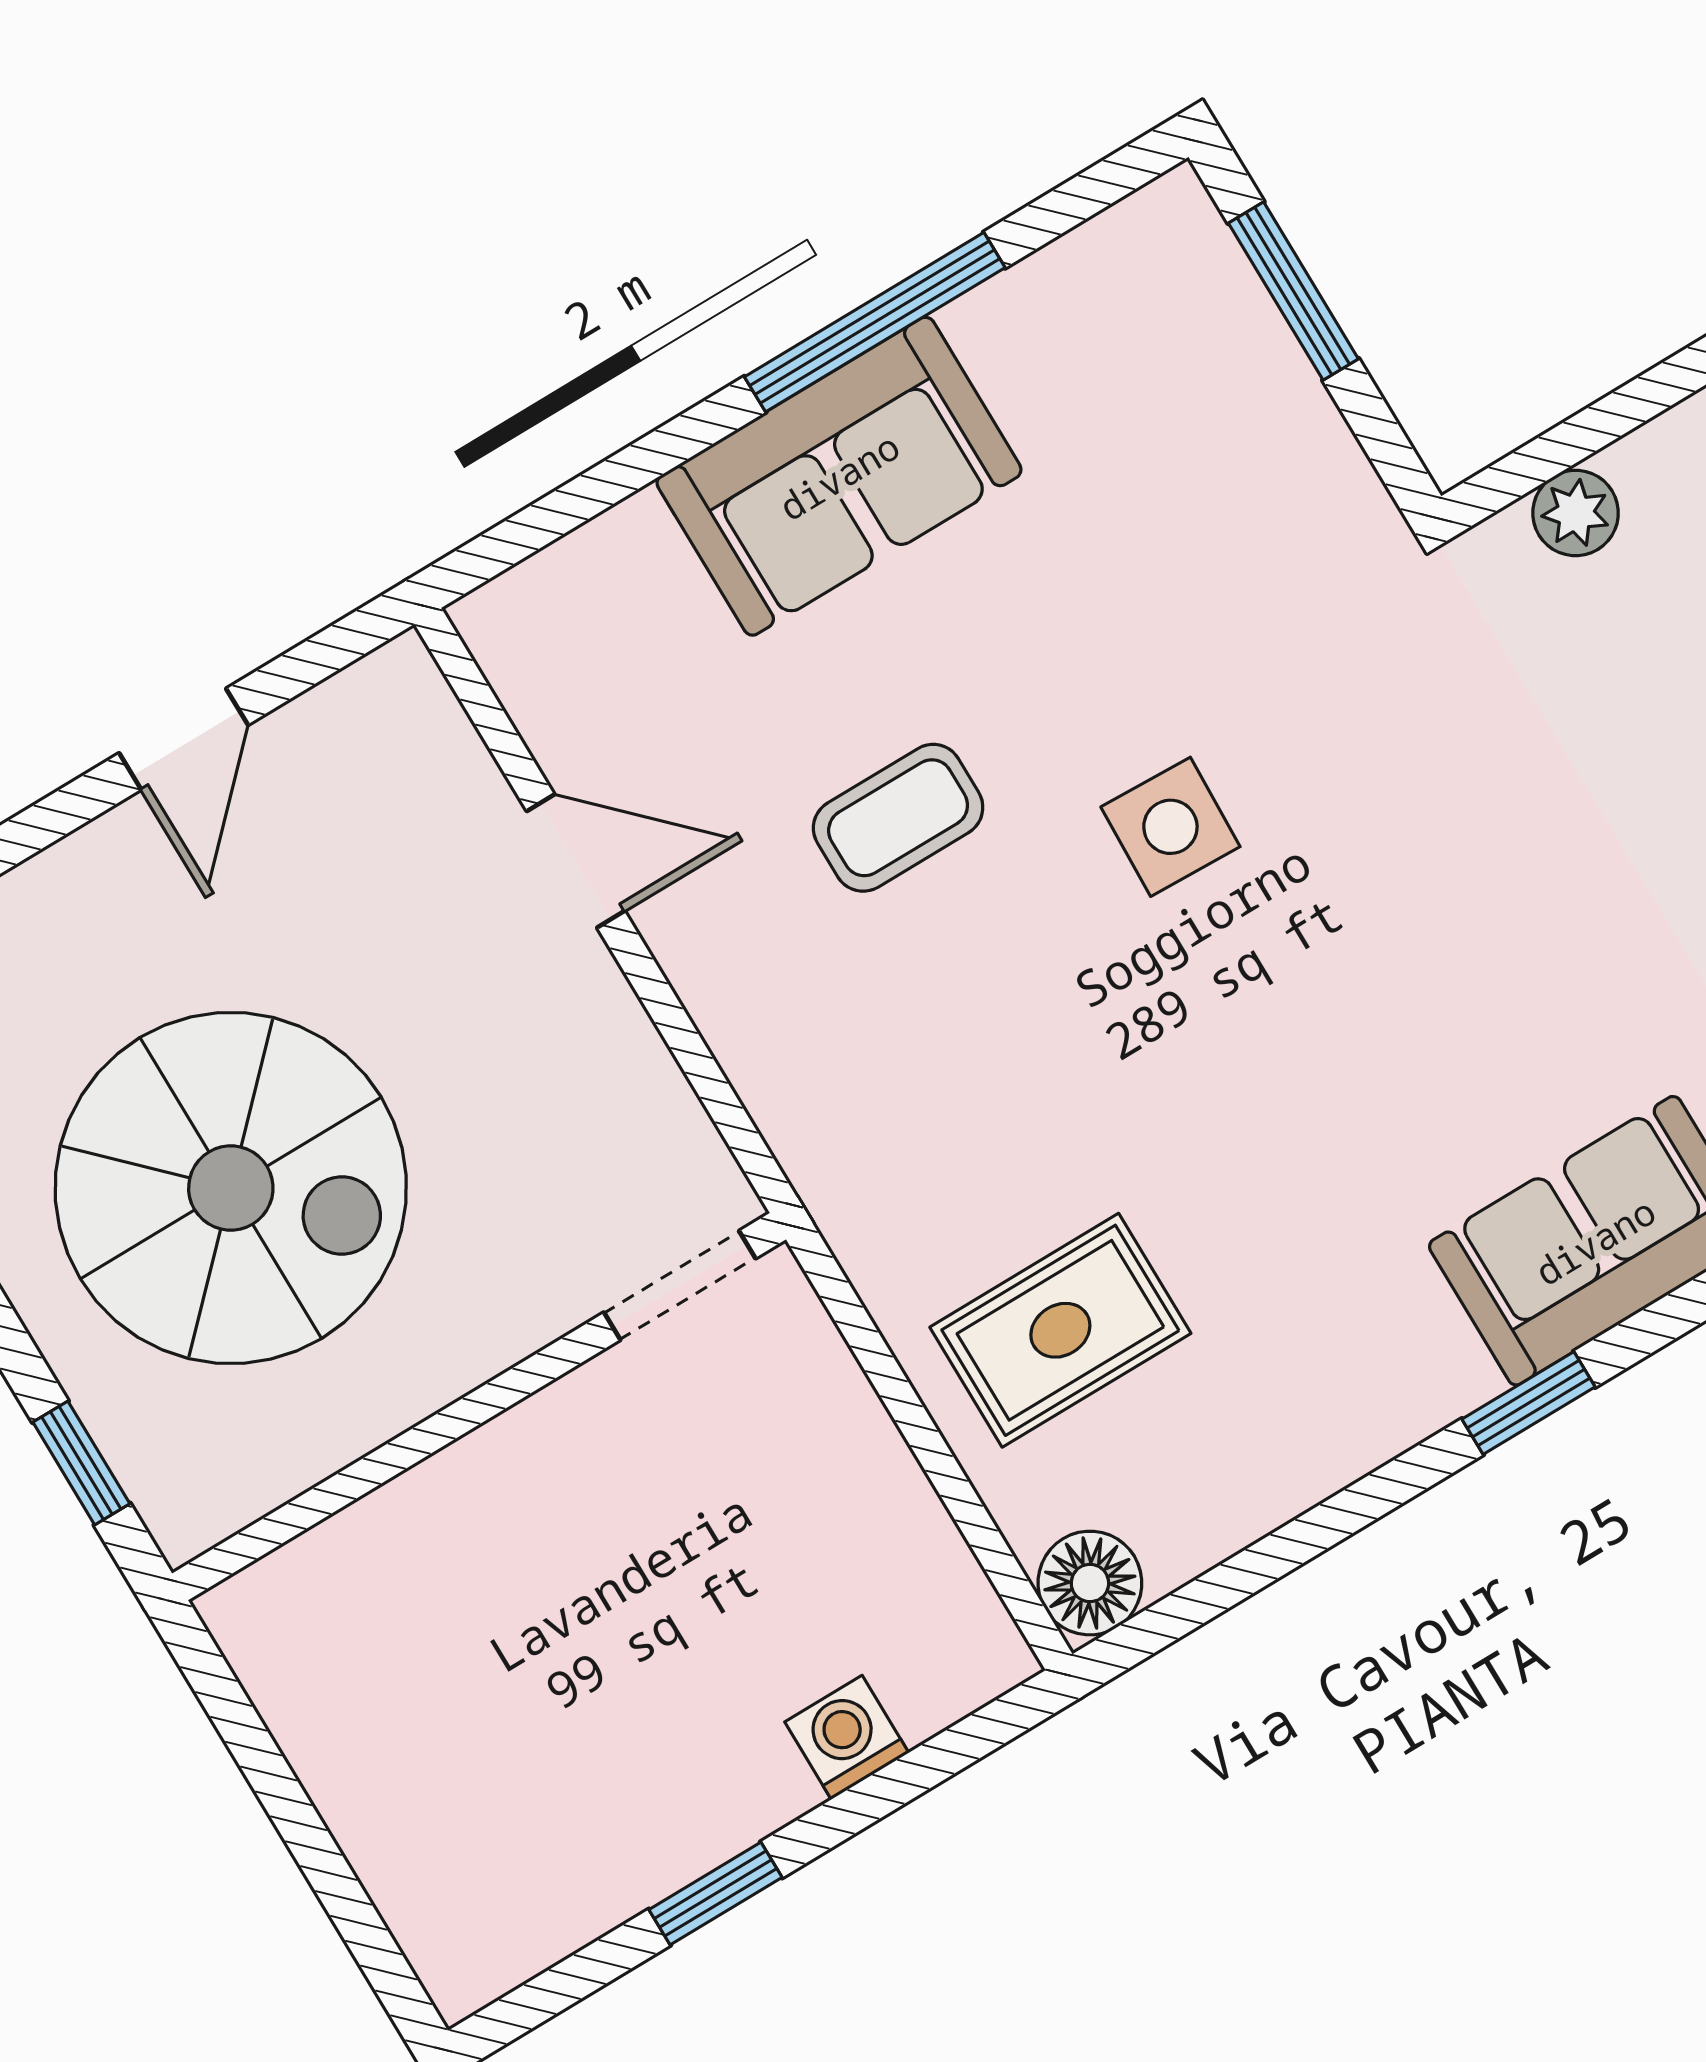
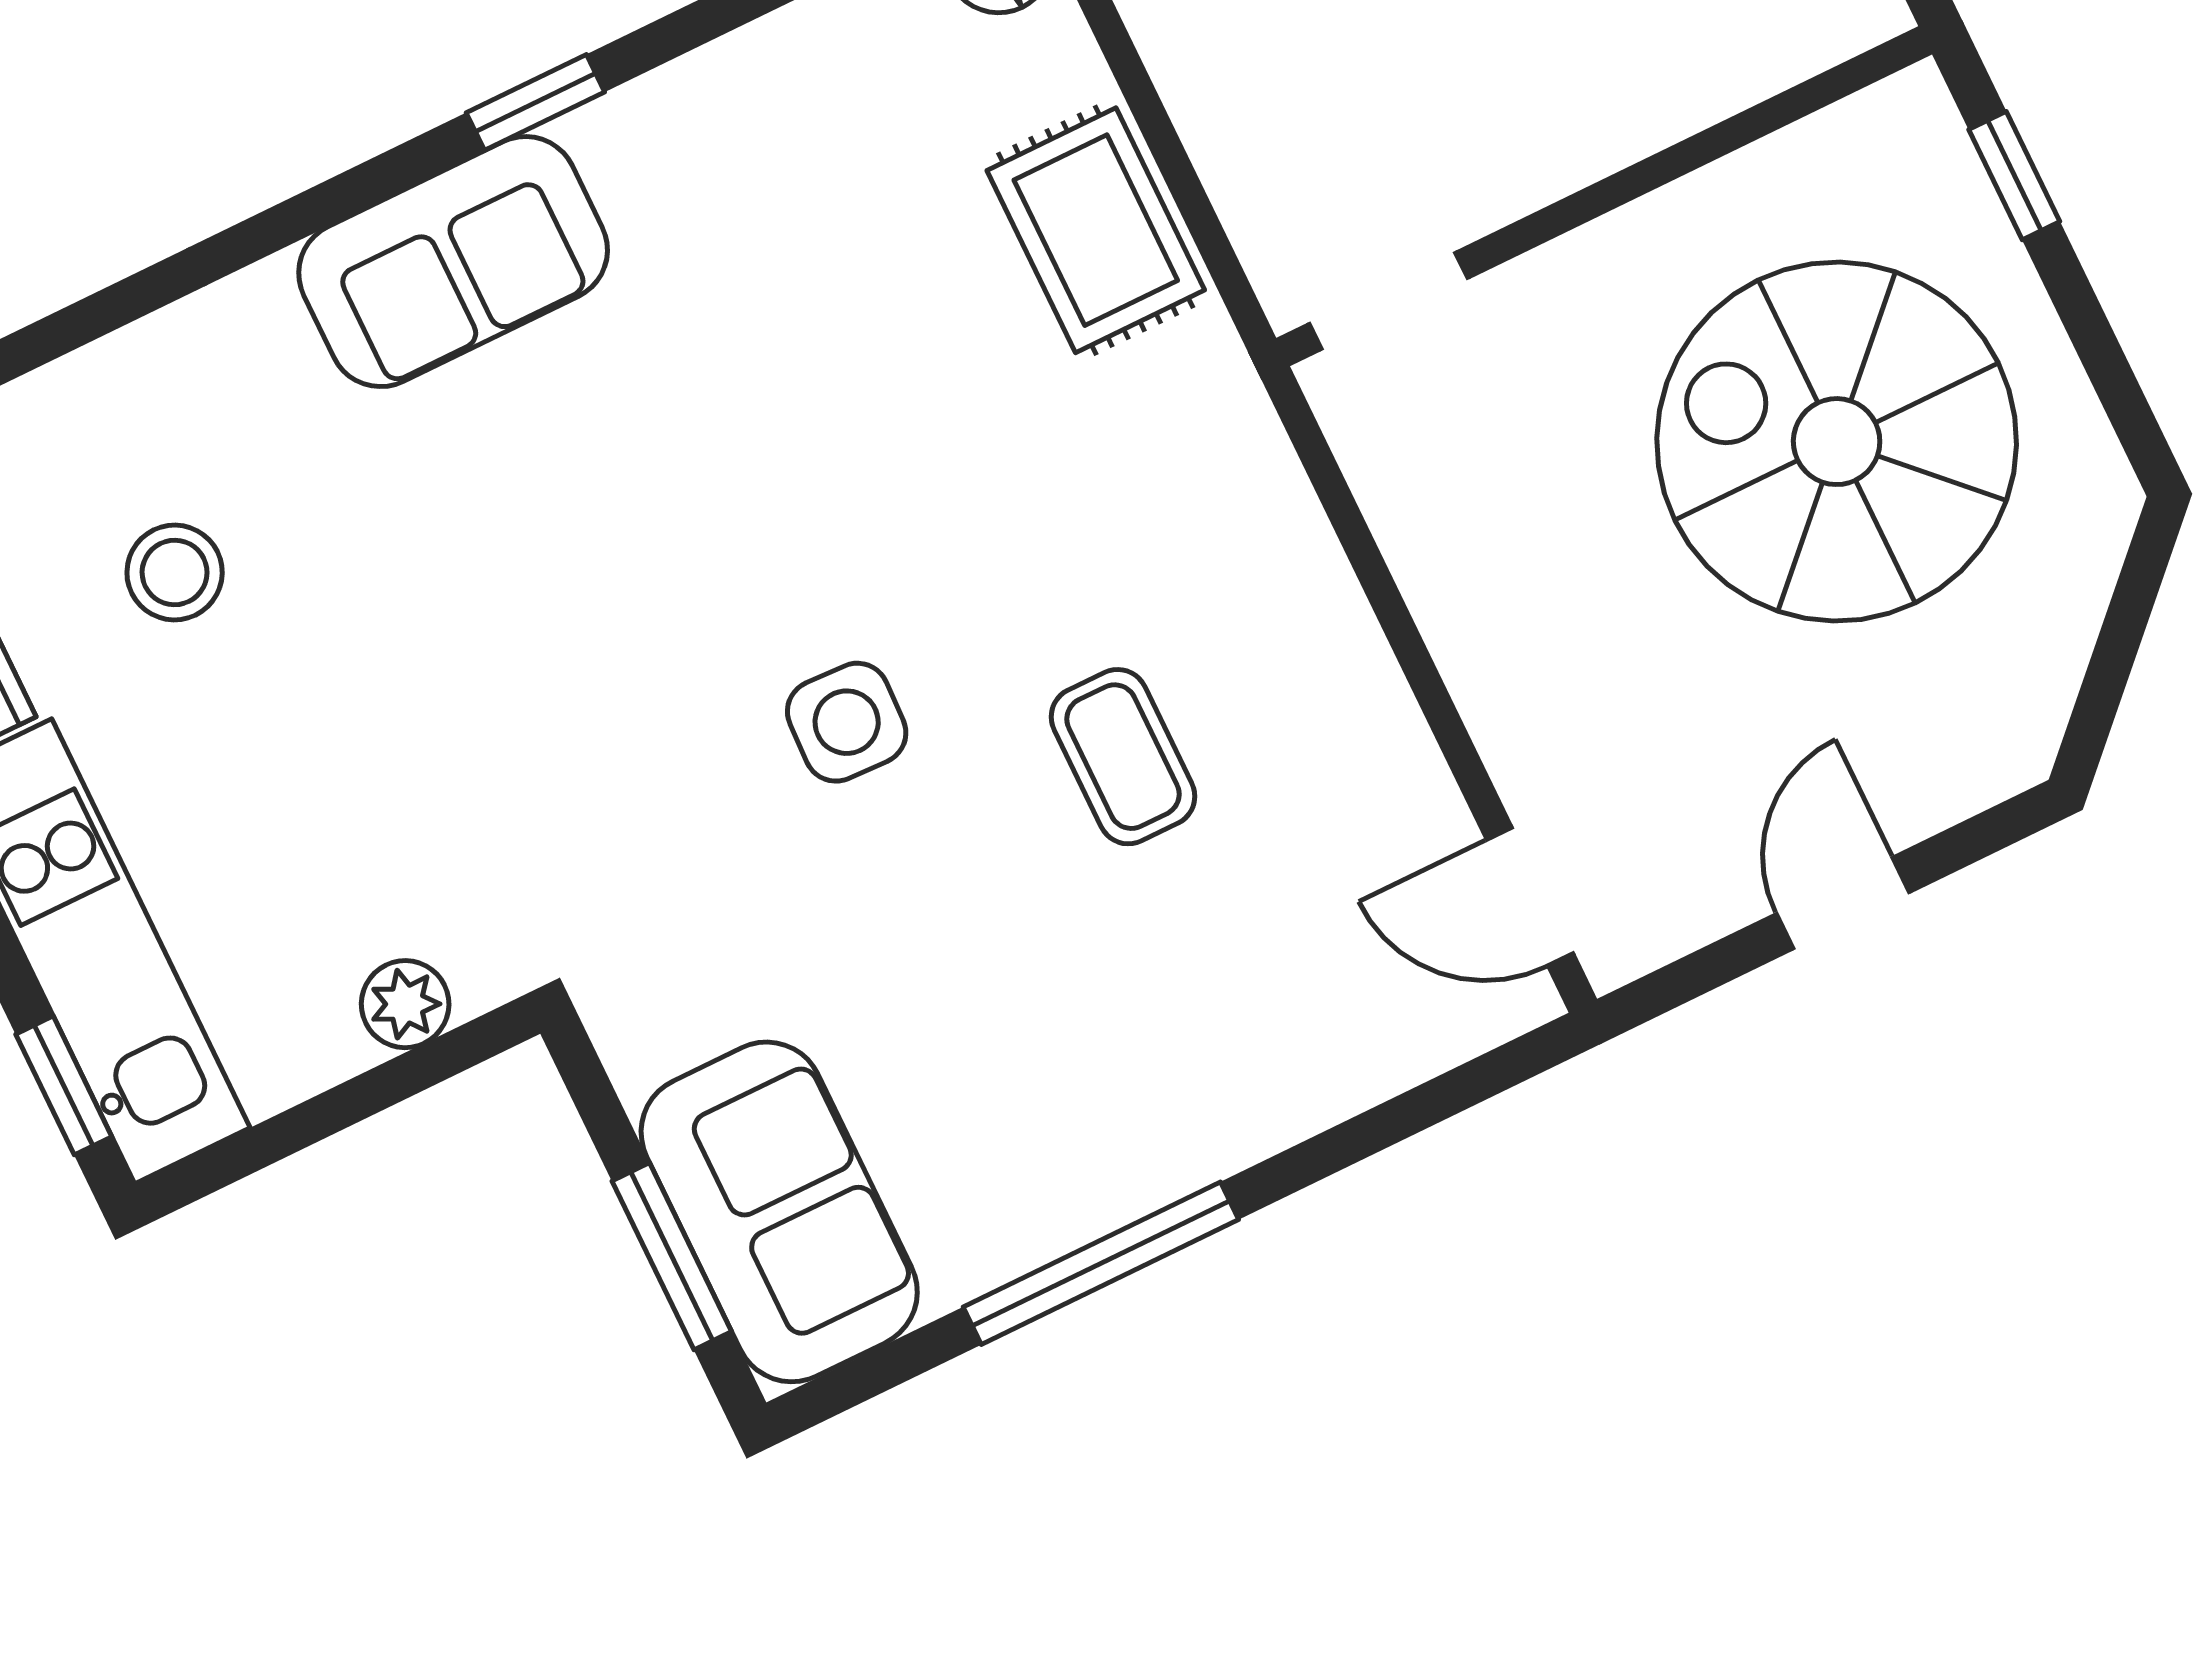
sofa: (839, 476) -> (779, 1212), moved, turned 90
coffee table: (898, 818) -> (1123, 757), turned 90
door: (576, 861) -> (1530, 897), moved
rug: (1060, 1330) -> (1096, 230), moved, turned 90

